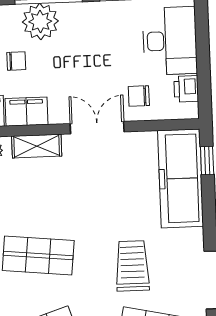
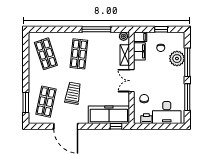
double door: (97, 128) -> (131, 81), swing flipped
trolley: (132, 266) -> (73, 93), turned -80

